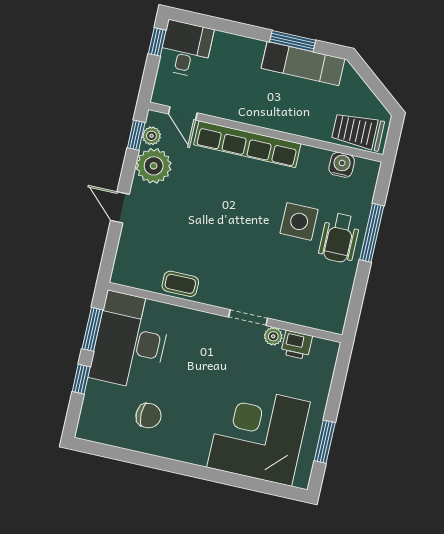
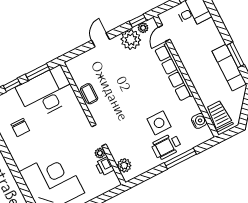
plant: (317, 317) -> (124, 165), added

